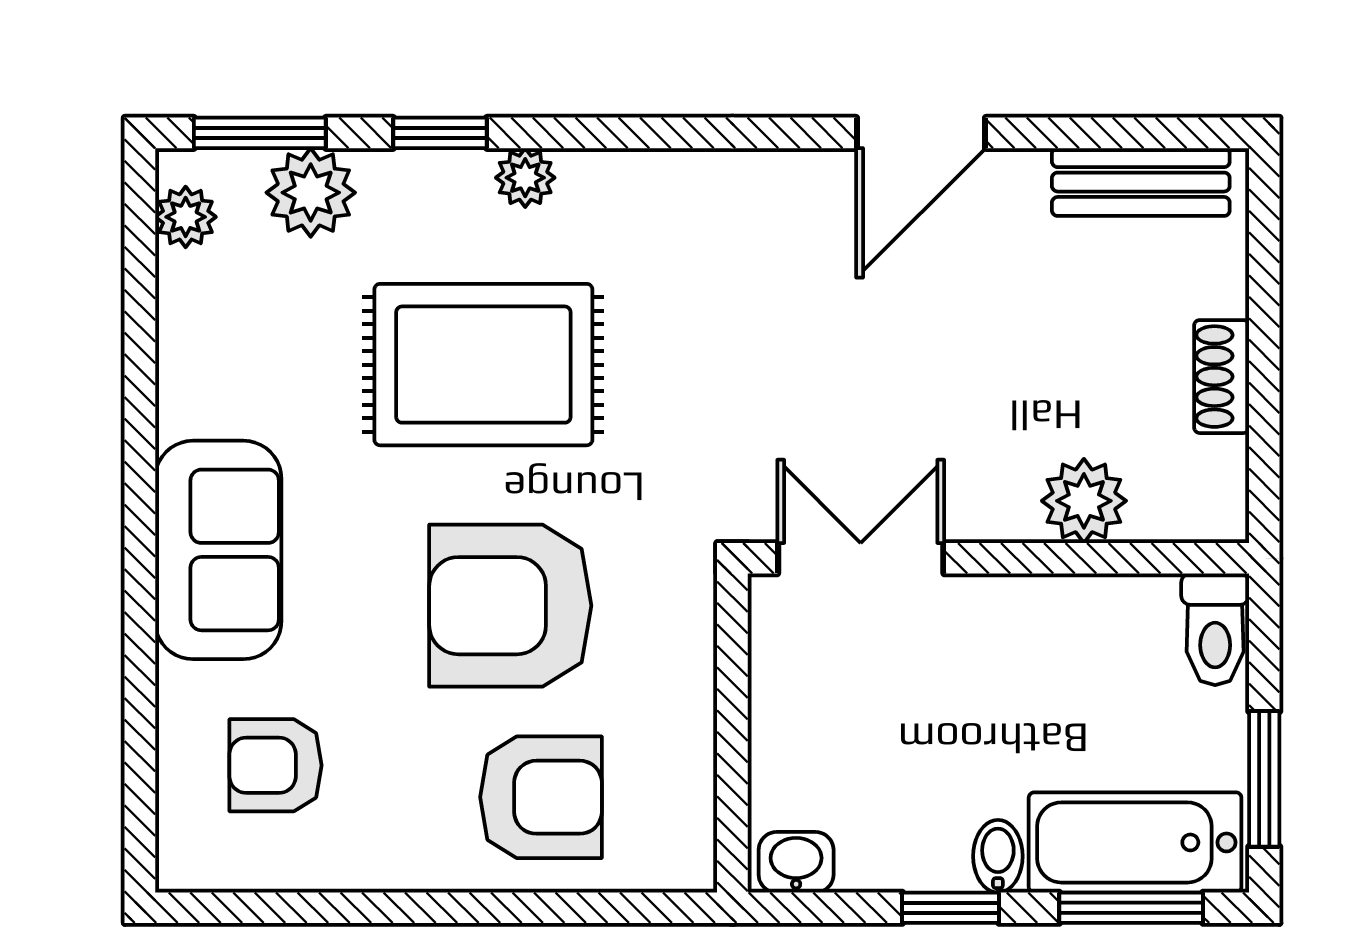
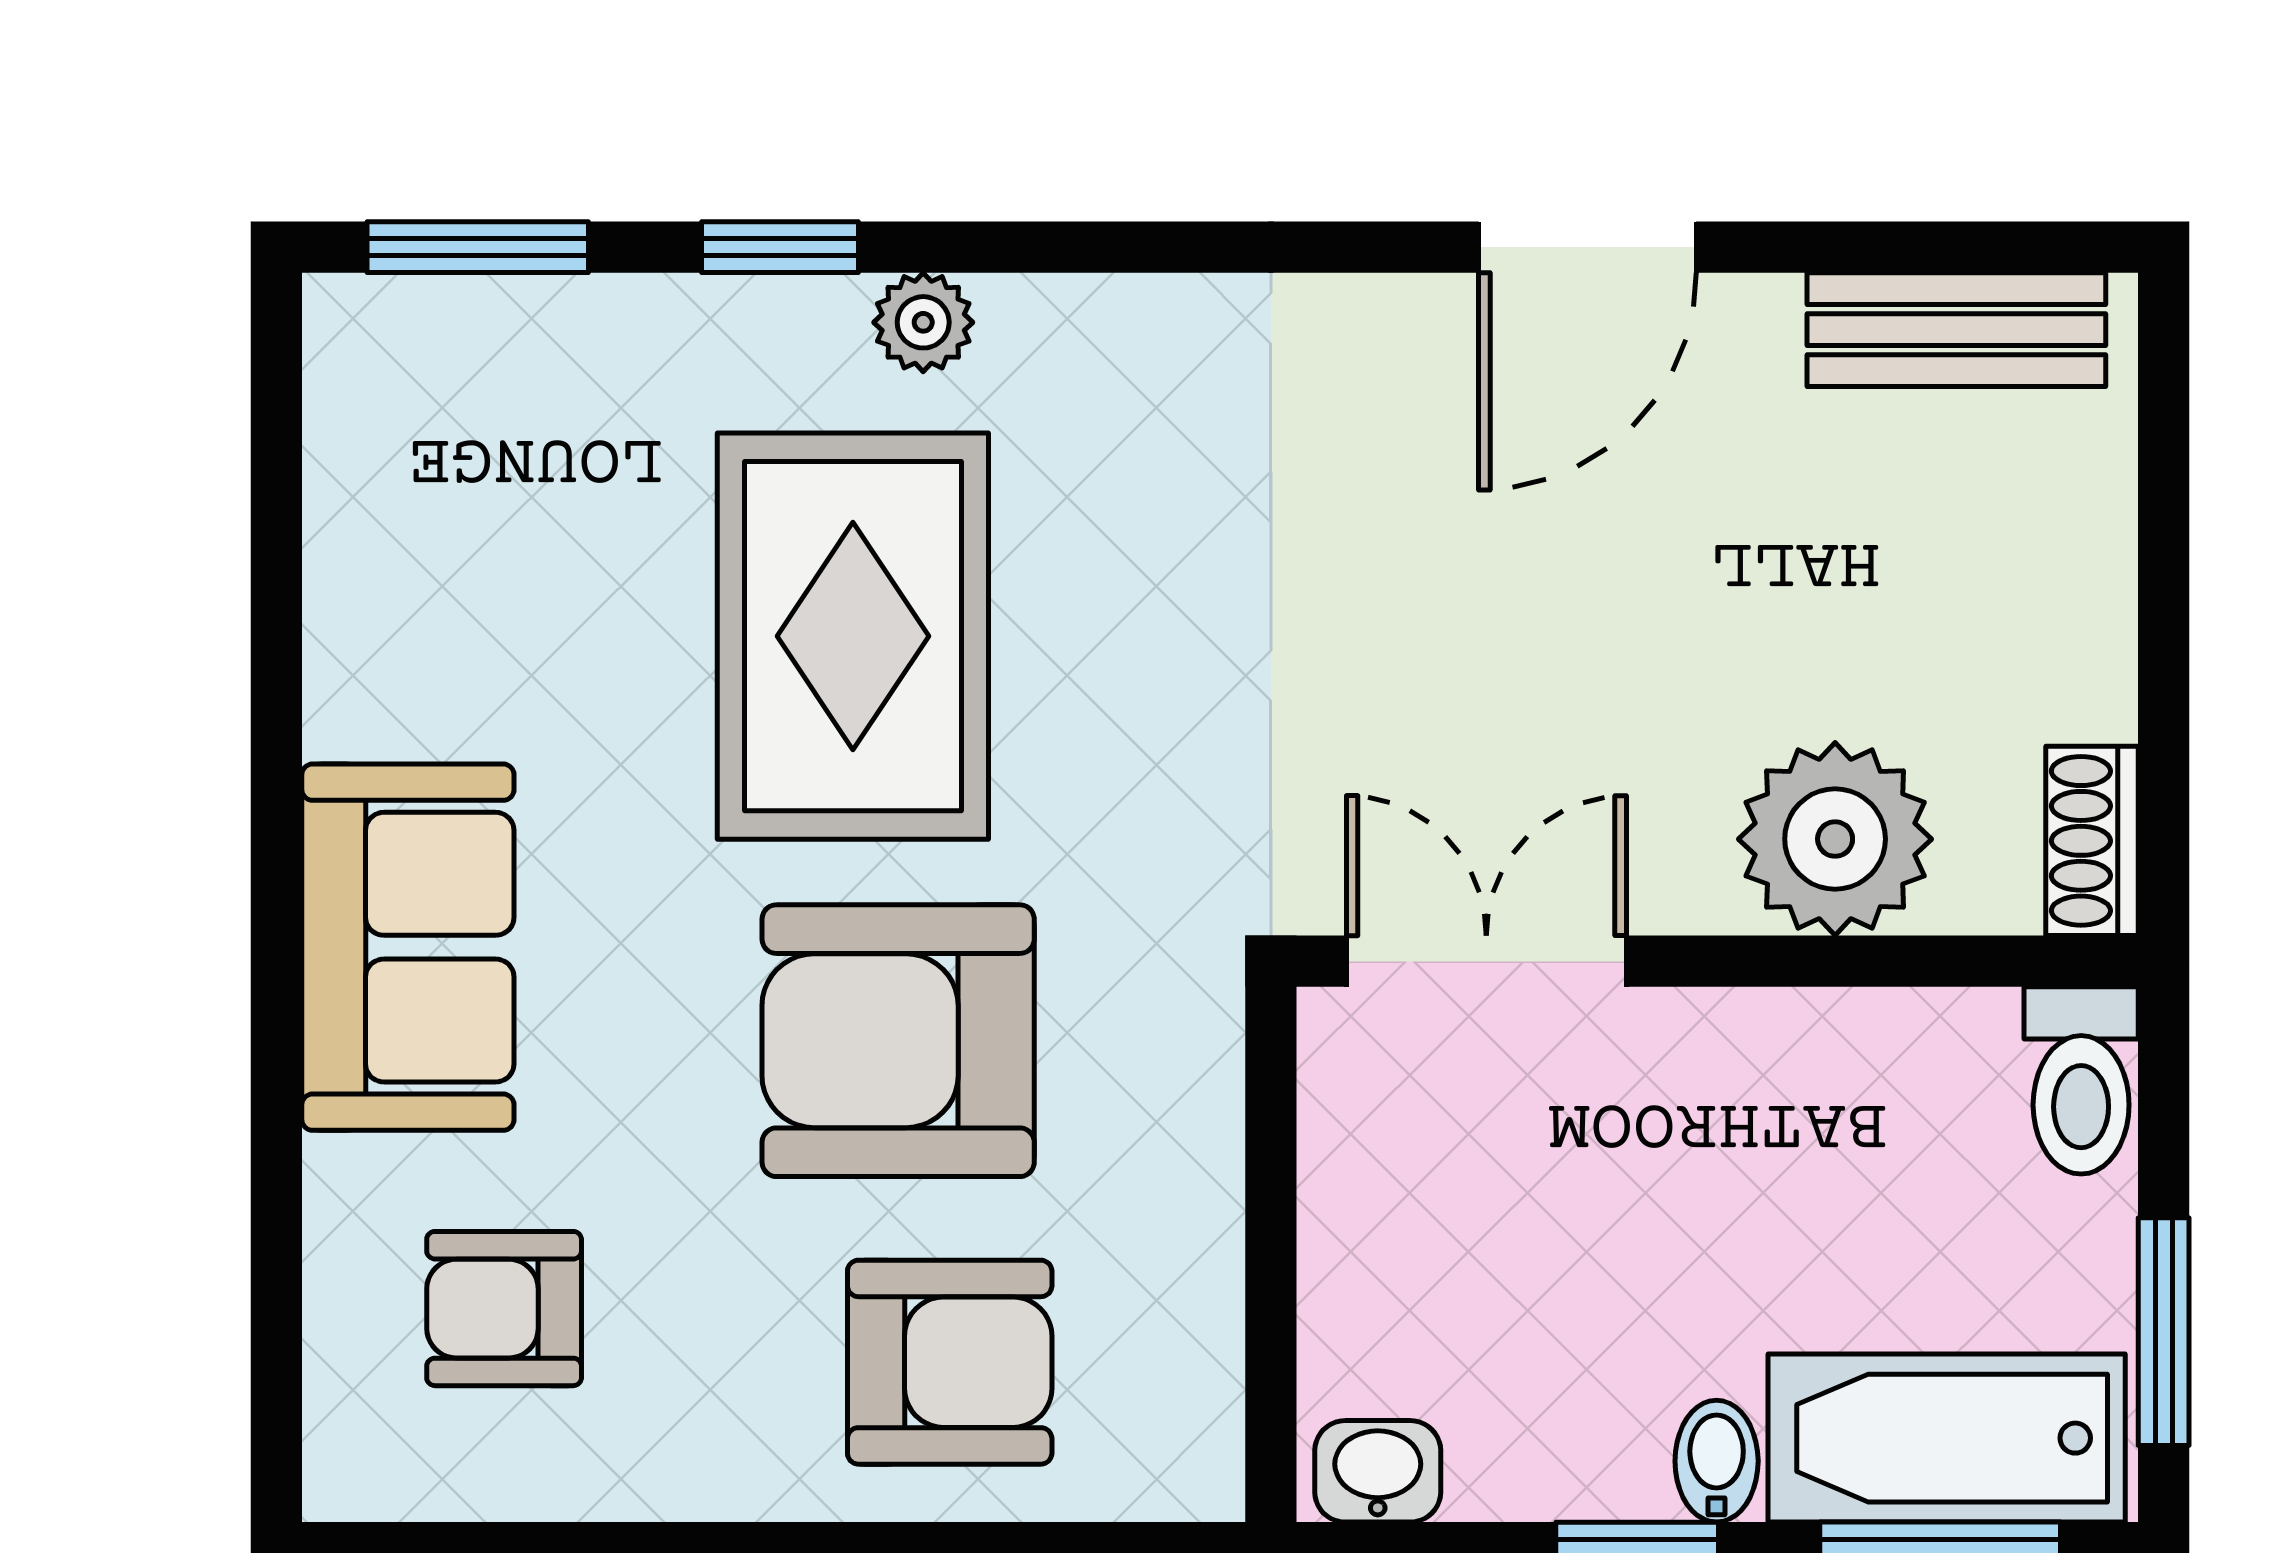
plant: (311, 193) -> (563, 347), removed
plant: (186, 217) -> (353, 388), removed
rug: (483, 365) -> (853, 636), turned 90
shoe rack: (1222, 377) -> (2092, 841), moved
plant: (1084, 501) -> (1835, 839), width x1.36, depth x1.36

